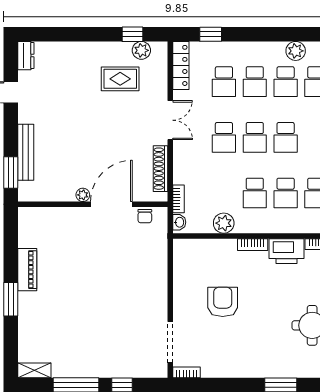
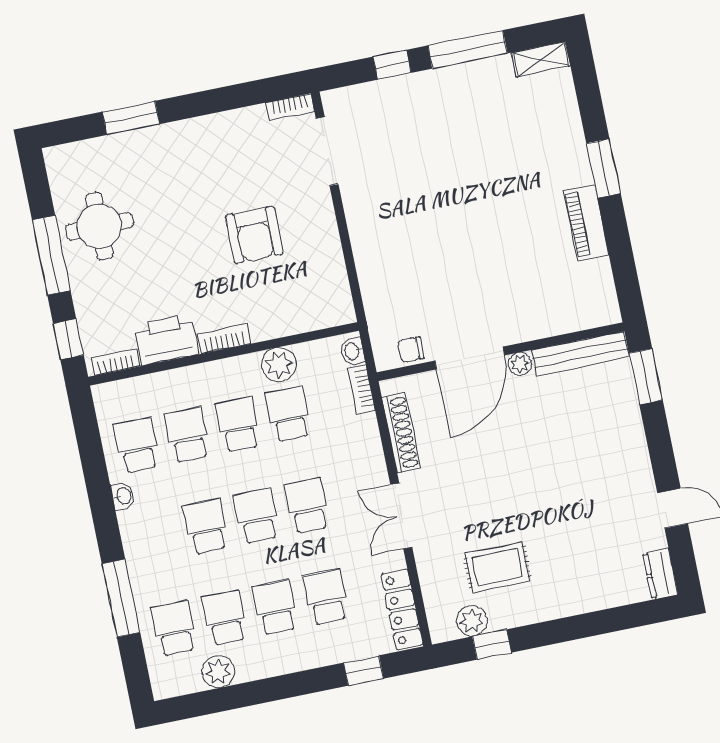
bench: (26, 152) -> (580, 354), moved, turned 90
school desk: (224, 193) -> (289, 414), added
chair: (145, 216) -> (411, 350), turned -90

